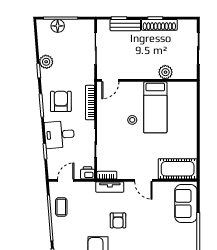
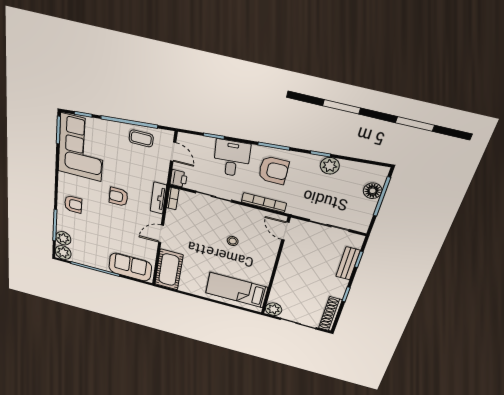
shoe rack: (159, 25) -> (330, 314), moved
plant: (165, 72) -> (274, 309), moved
bed: (155, 107) -> (237, 290), moved

